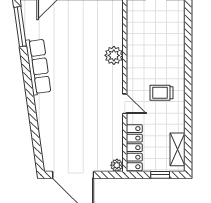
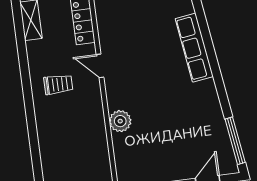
row of seats: (38, 67) -> (194, 48), moved

